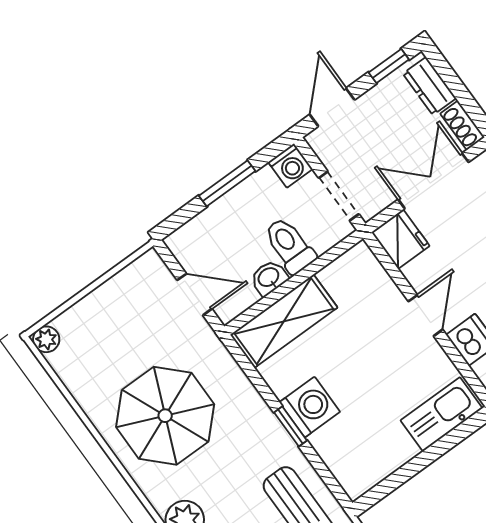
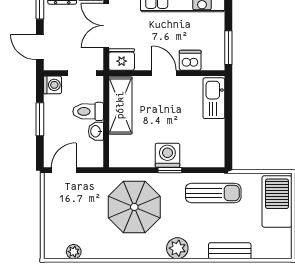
door: (195, 294) -> (64, 170), moved
shelving: (284, 321) -> (120, 105), moved
plant: (46, 339) -> (74, 252), moved
parasol: (165, 416) -> (134, 207), moved

